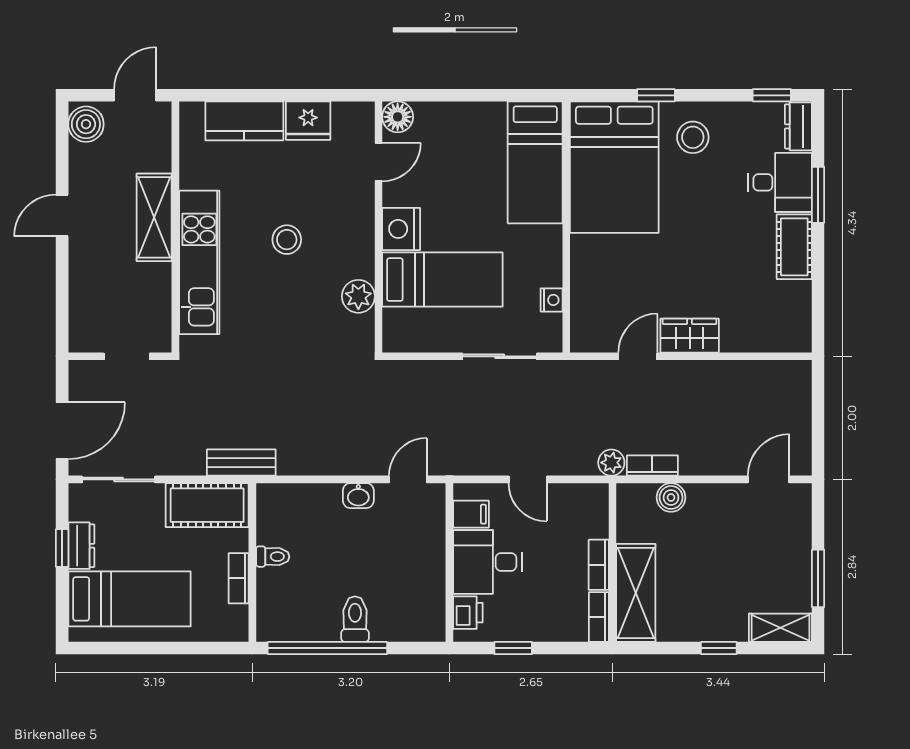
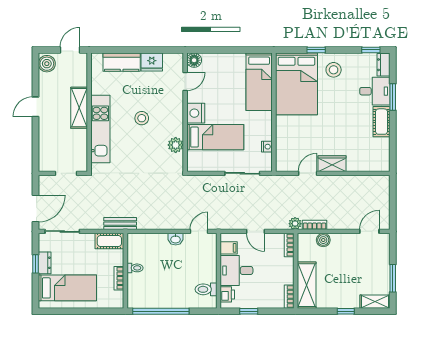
cot: (207, 505) -> (109, 241), width x0.73, depth x0.75
bookcase: (599, 565) -> (289, 245), moved
toilet: (355, 619) -> (206, 289), moved, turned -90

